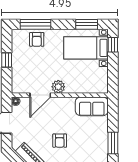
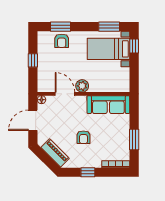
window: (36, 24) -> (60, 27), width x0.69
door: (40, 95) -> (65, 94), swing flipped
sofa: (92, 106) -> (108, 105), width x1.36

